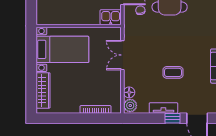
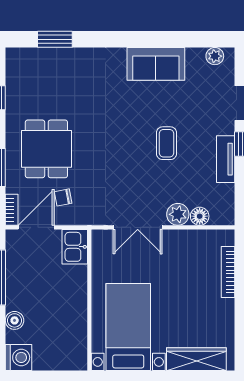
plant: (130, 105) -> (178, 214), moved

